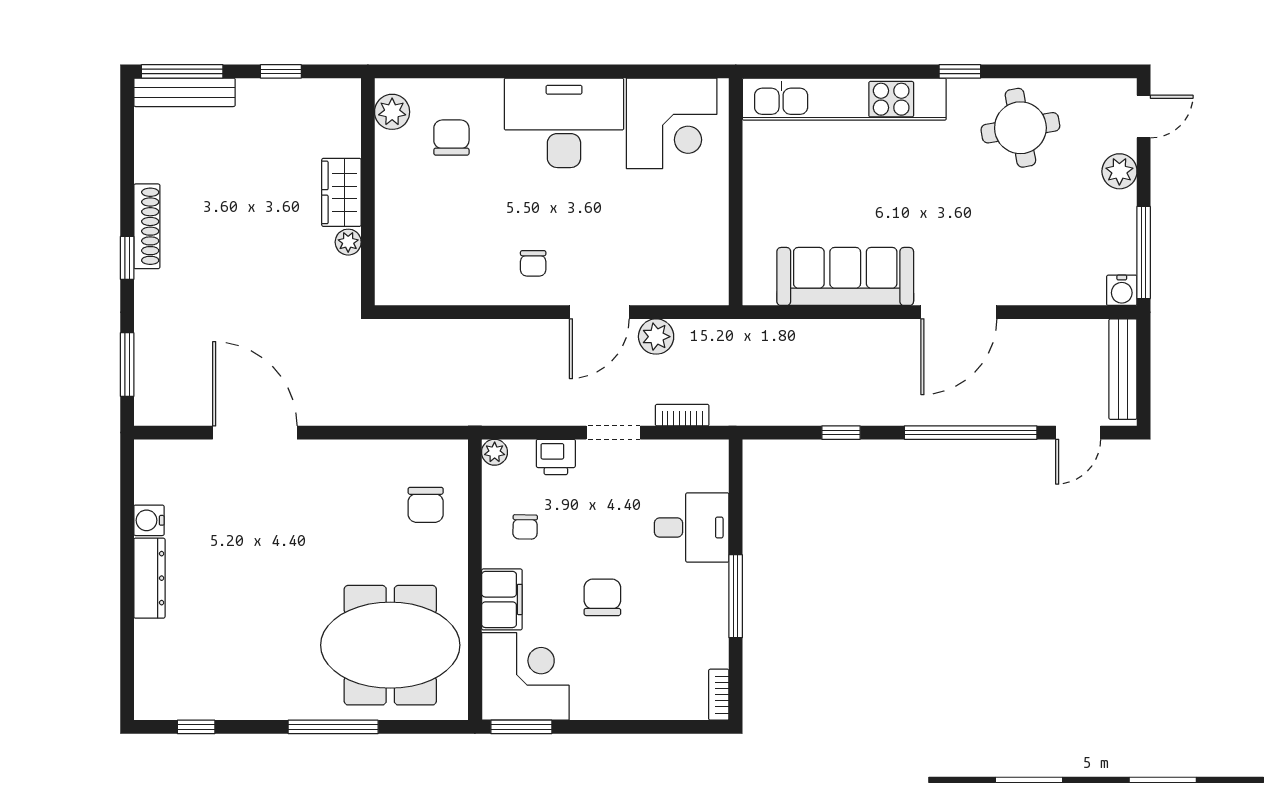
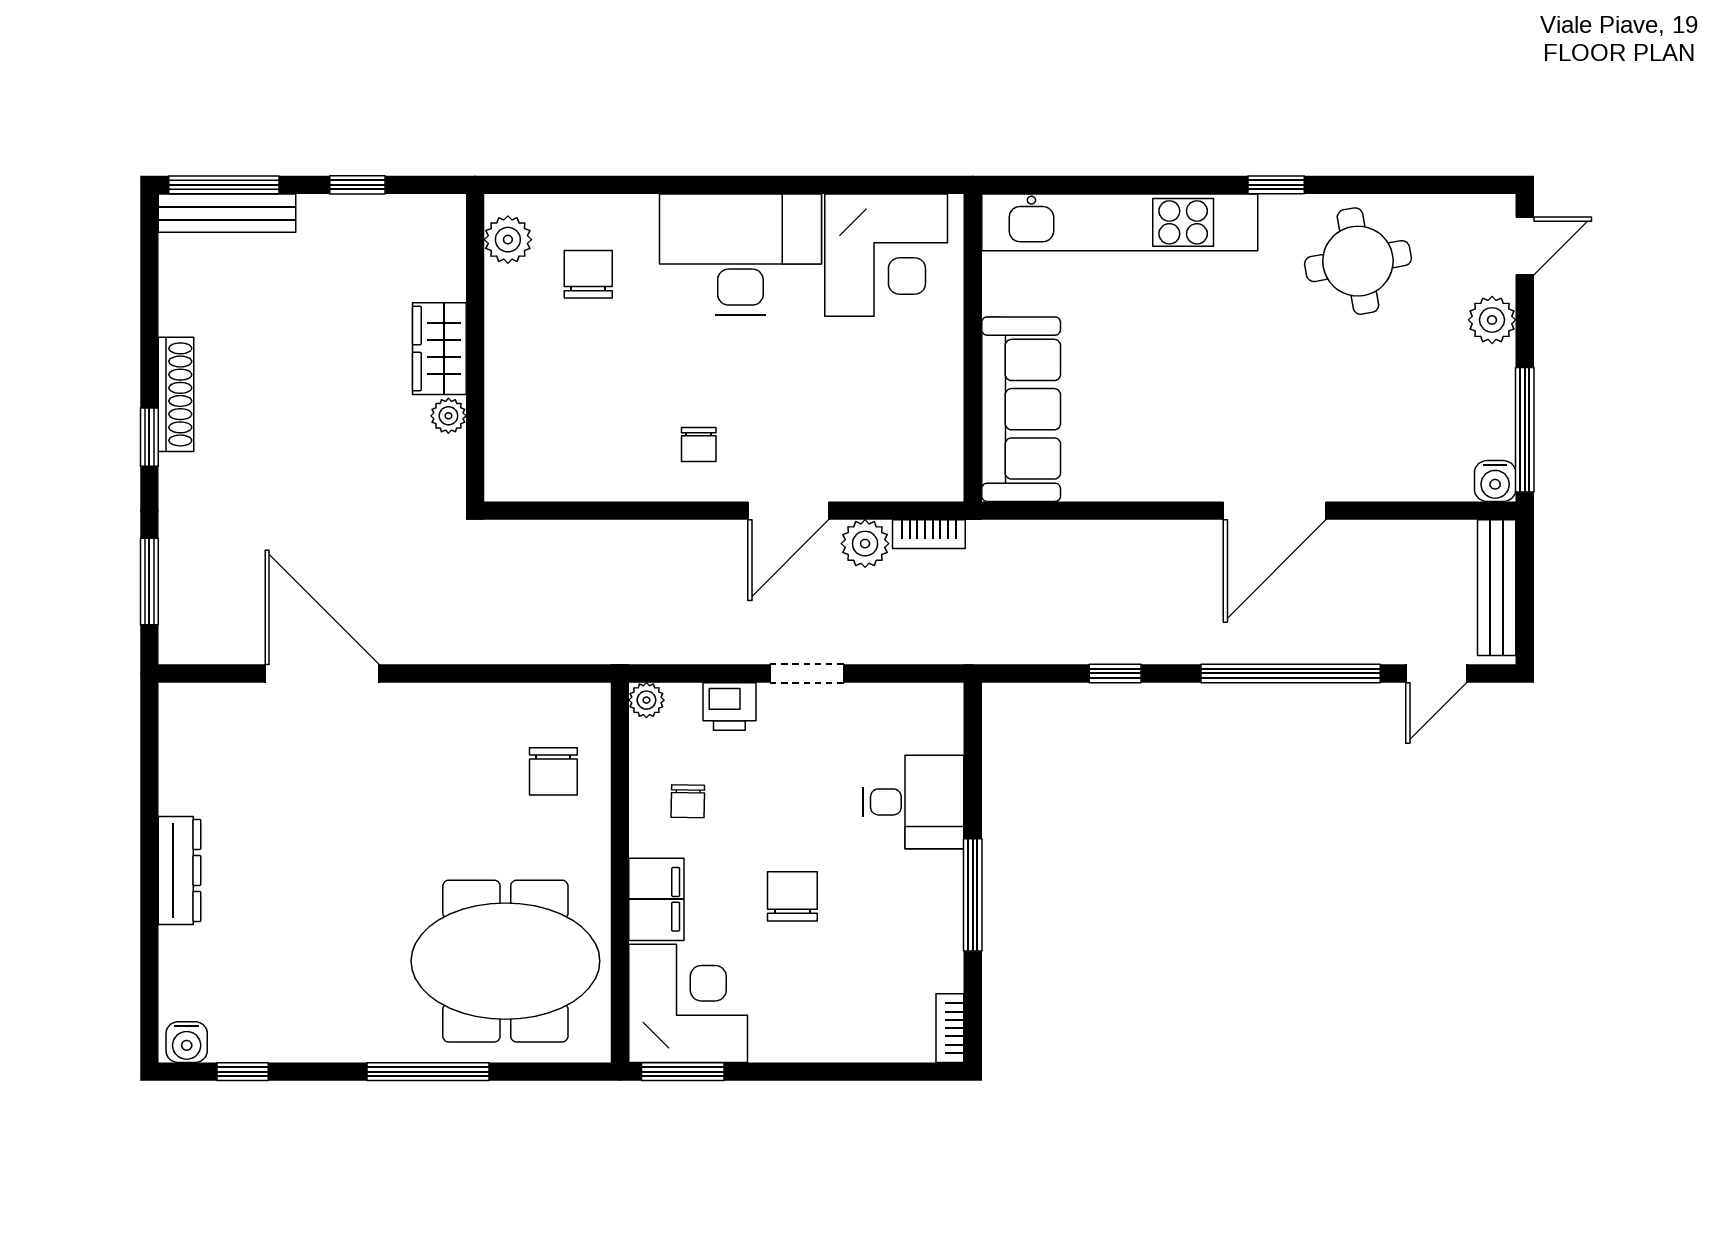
sofa: (845, 276) -> (1021, 409), moved, turned 90
bookcase: (682, 415) -> (929, 534), moved, turned 180
water cooler: (149, 520) -> (187, 1042), moved, turned -90

